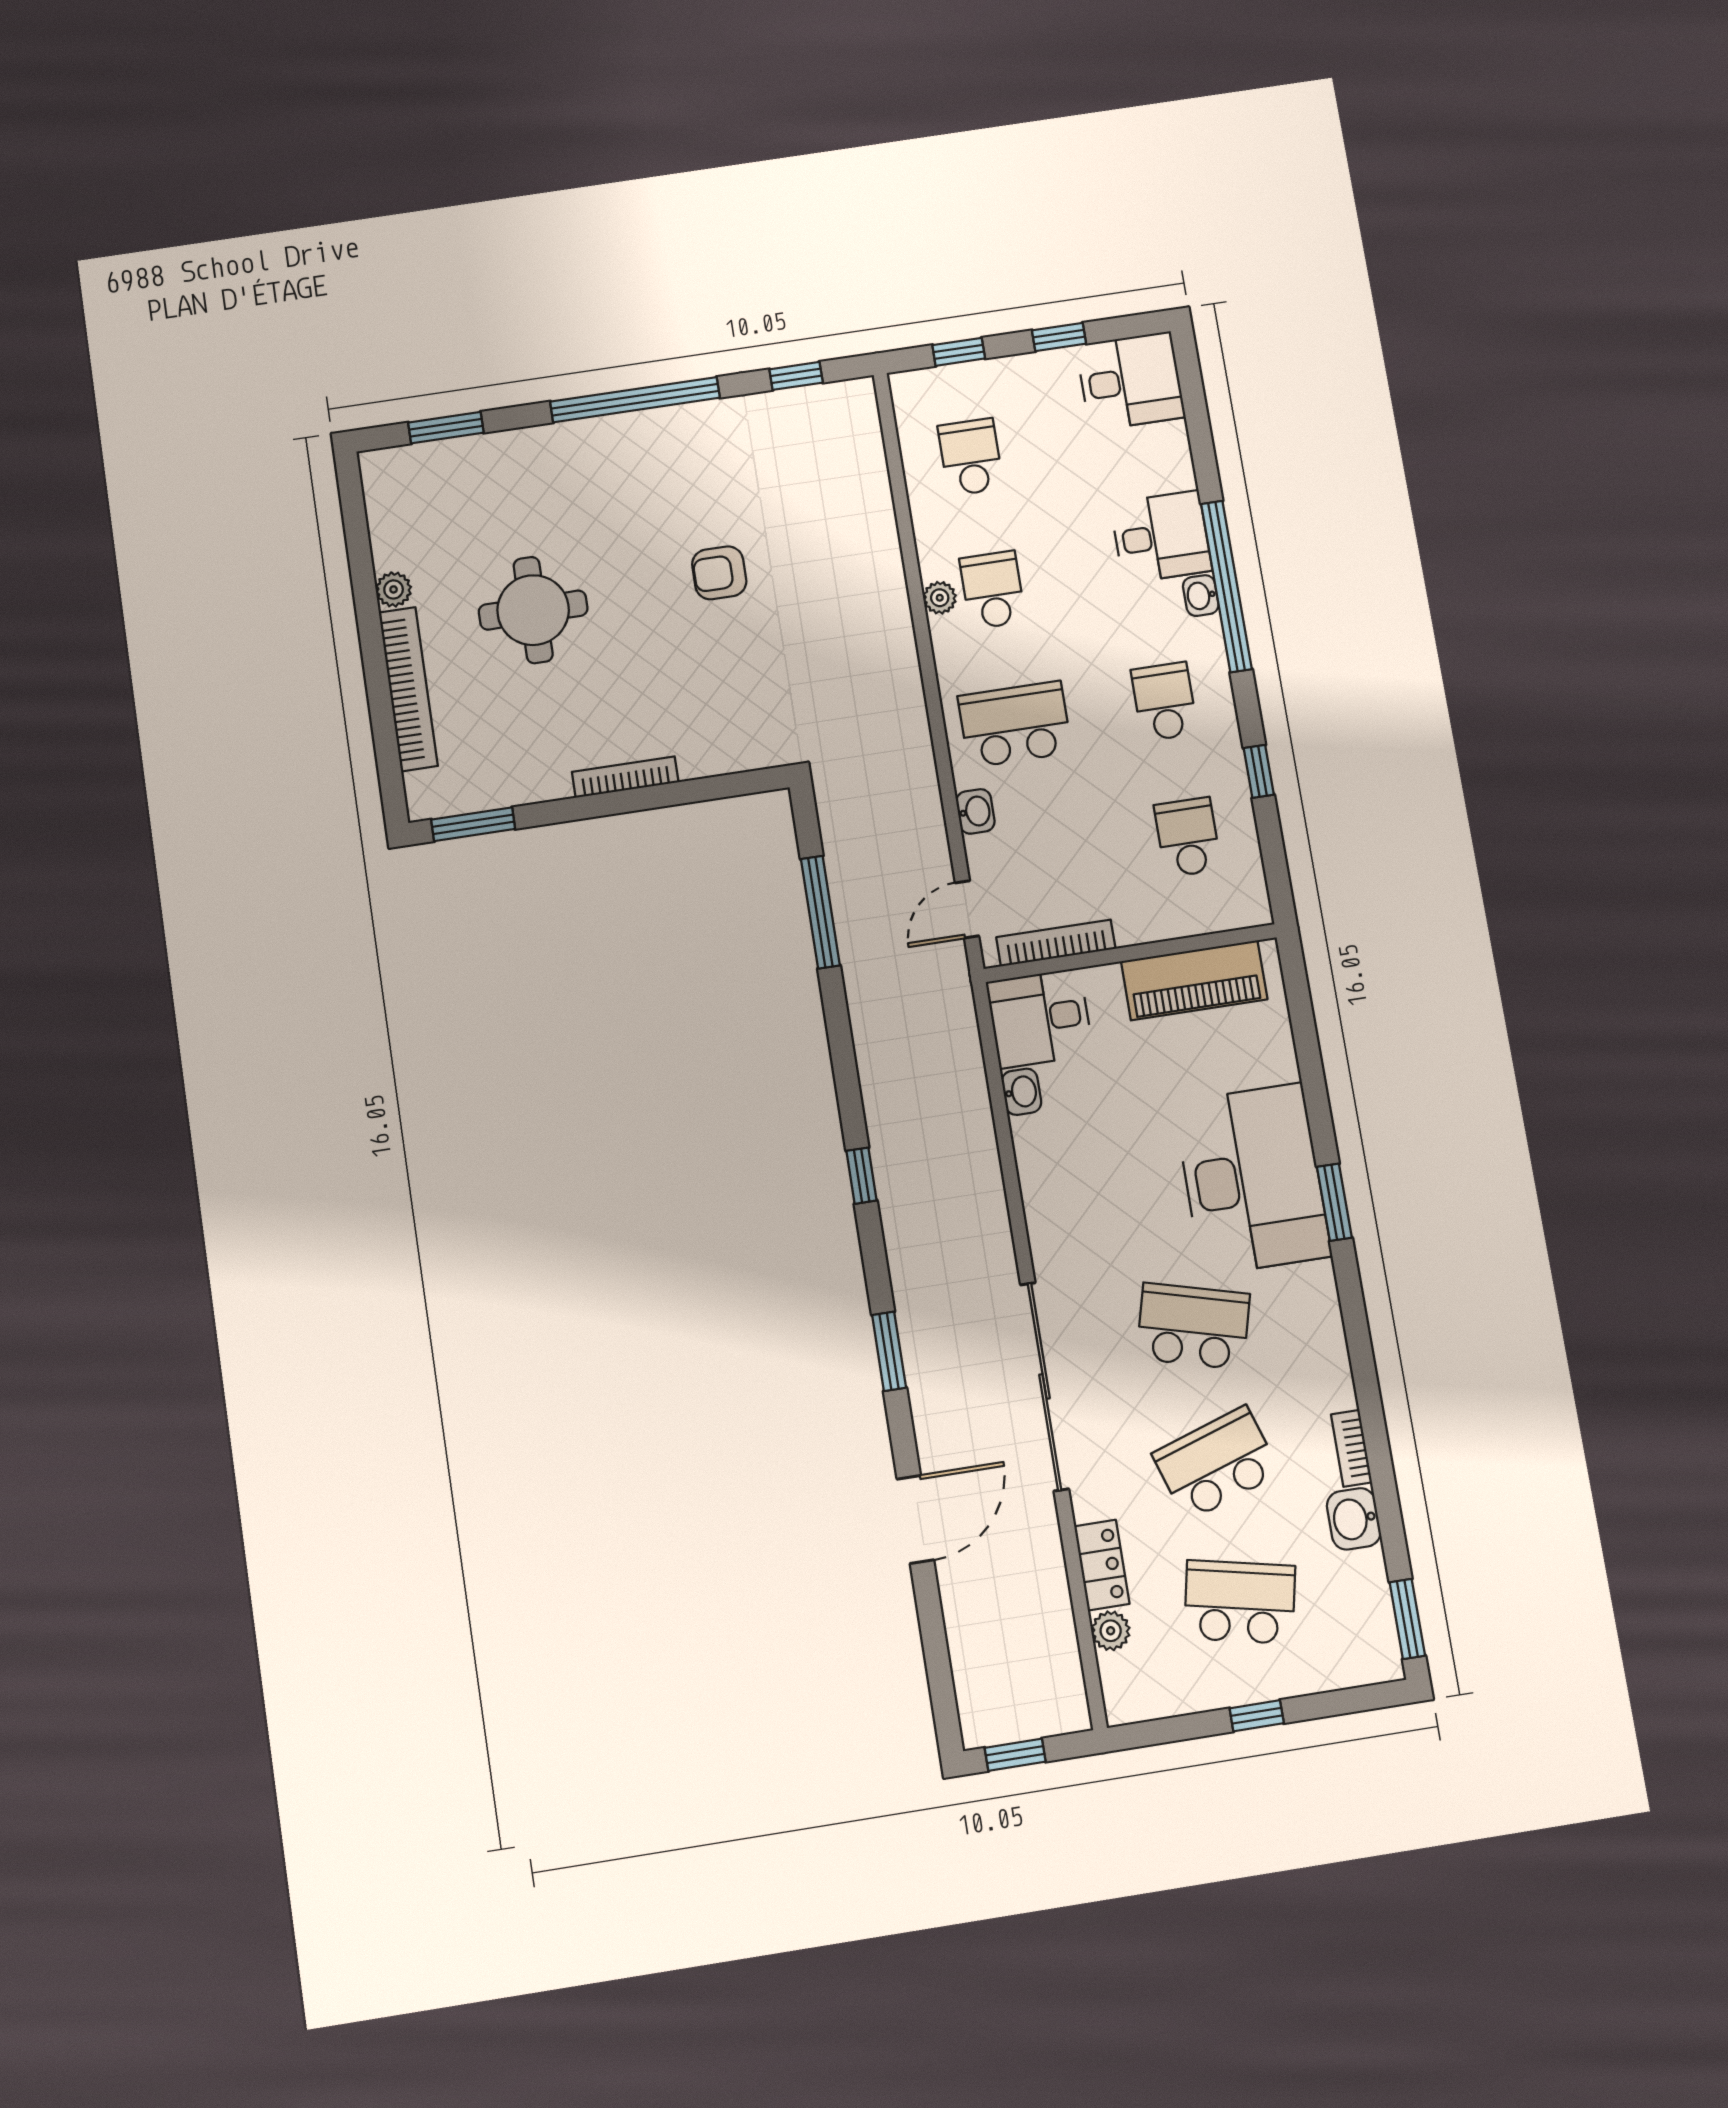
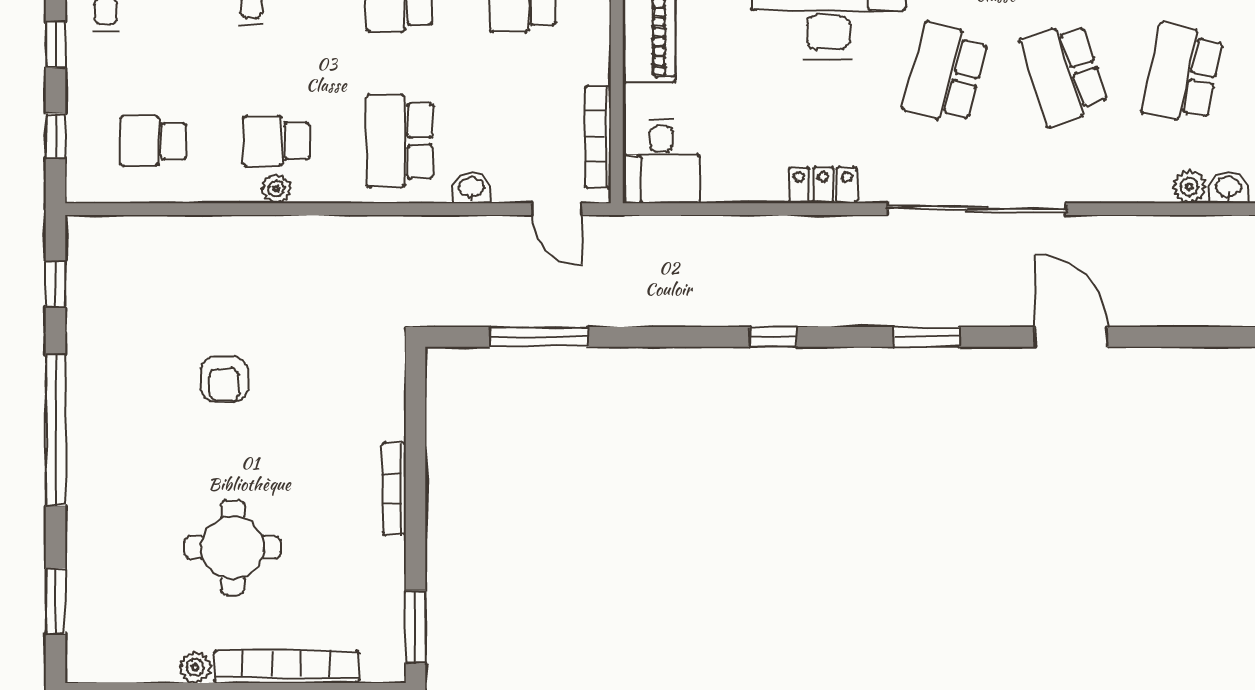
washbasin: (1022, 1092) -> (1228, 188), moved
locker: (1102, 1565) -> (823, 185), moved

